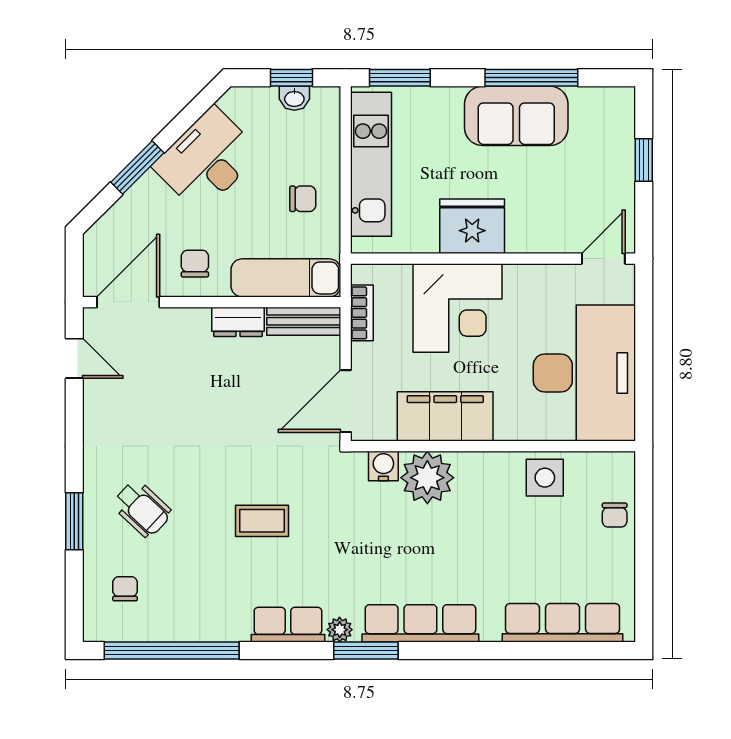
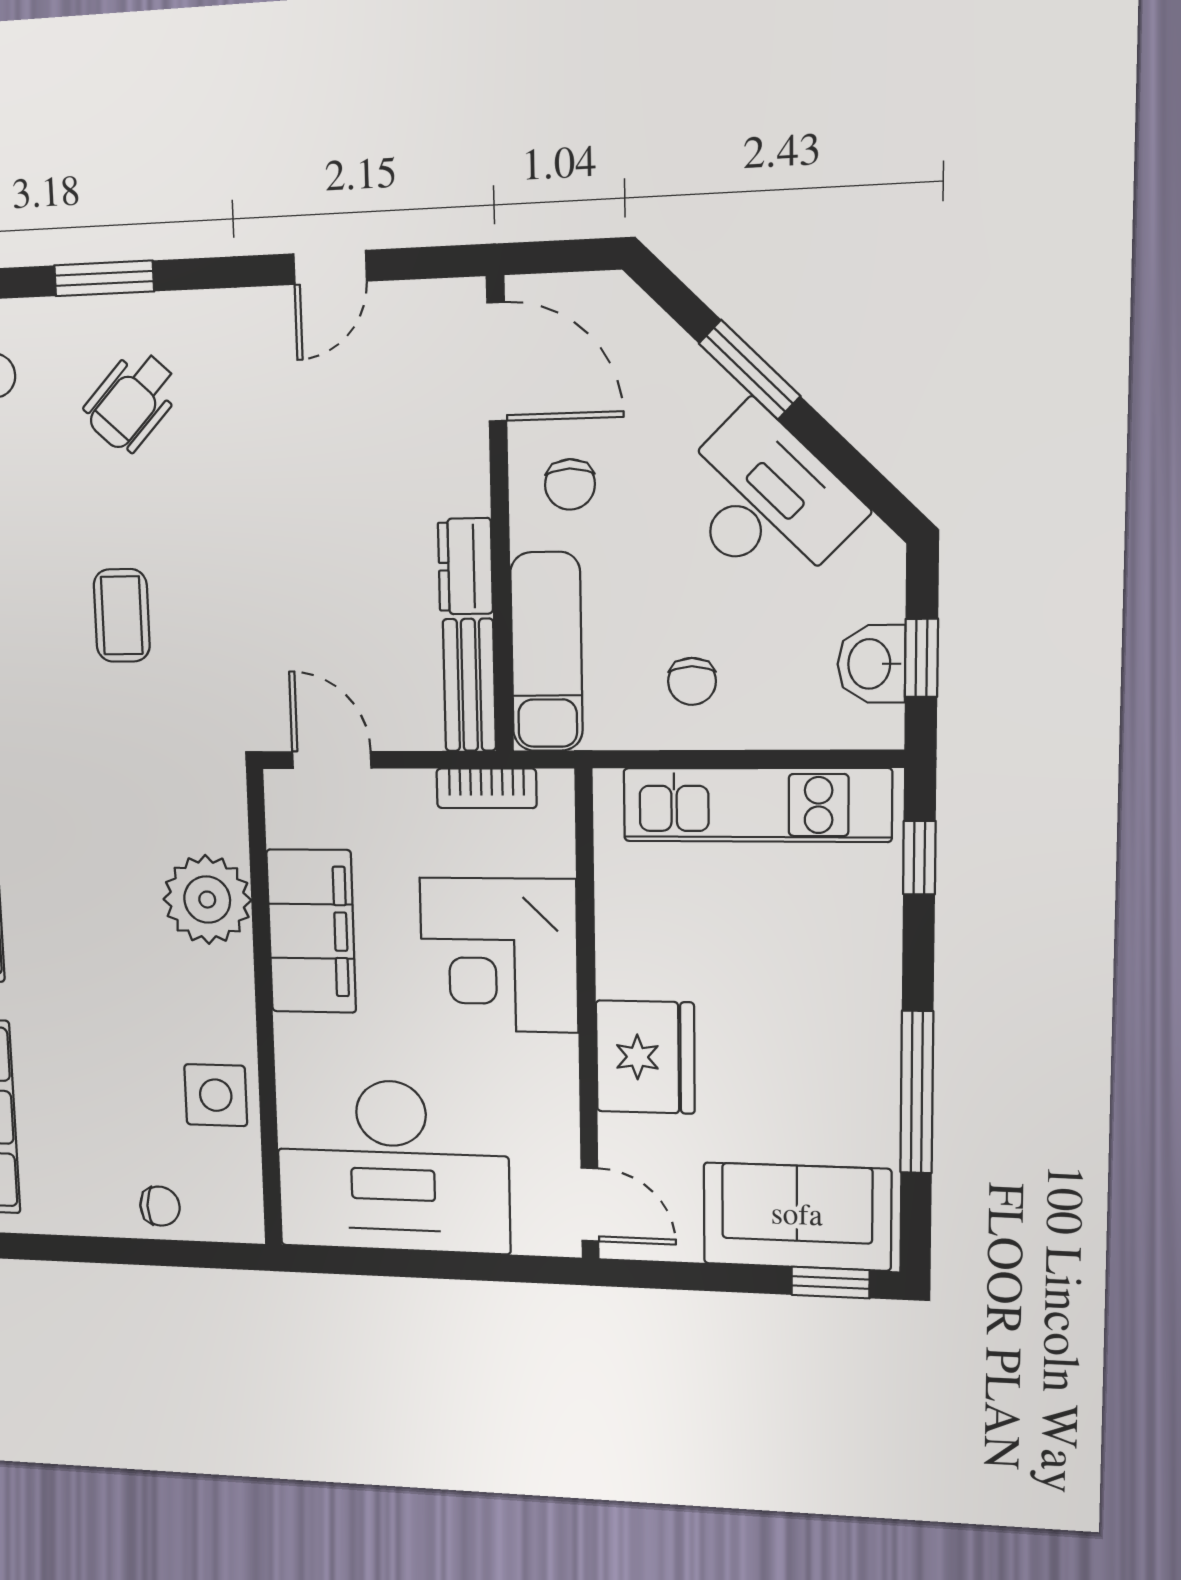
window: (400, 78) -> (919, 858), width x0.67
washbasin: (294, 98) -> (871, 664), width x1.38, depth x1.45
sofa: (516, 116) -> (797, 1216), moved, turned 90
window: (644, 160) -> (830, 1283), moved
fridge: (472, 226) -> (645, 1057), moved
chair: (195, 264) -> (570, 484), turned 90
door: (74, 358) -> (330, 267), moved
door: (346, 401) -> (332, 760), width x0.73
water cooler: (383, 466) -> (223, 825), removed
chair: (615, 515) -> (160, 1206), turned 180

